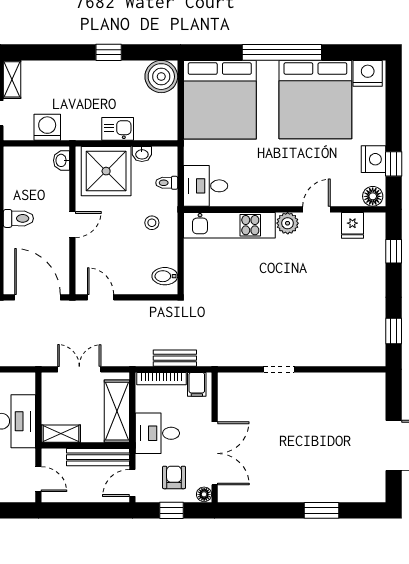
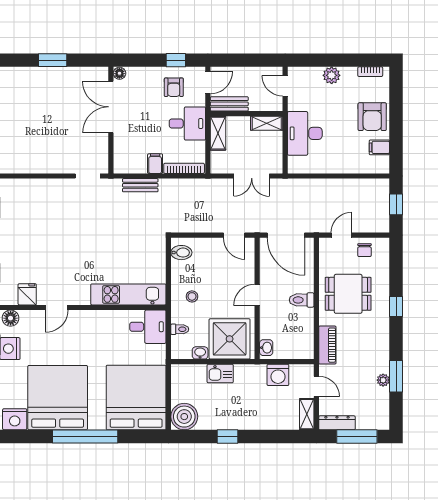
plant: (288, 223) -> (81, 296), removed
bench: (175, 358) -> (140, 185), moved
shelving: (117, 411) -> (218, 133), width x0.67, depth x0.75
wall: (215, 437) -> (111, 120), moved
double door: (215, 453) -> (111, 107), moved
bench: (98, 457) -> (229, 104), width x0.73
floor lamp: (204, 494) -> (119, 73), moved

